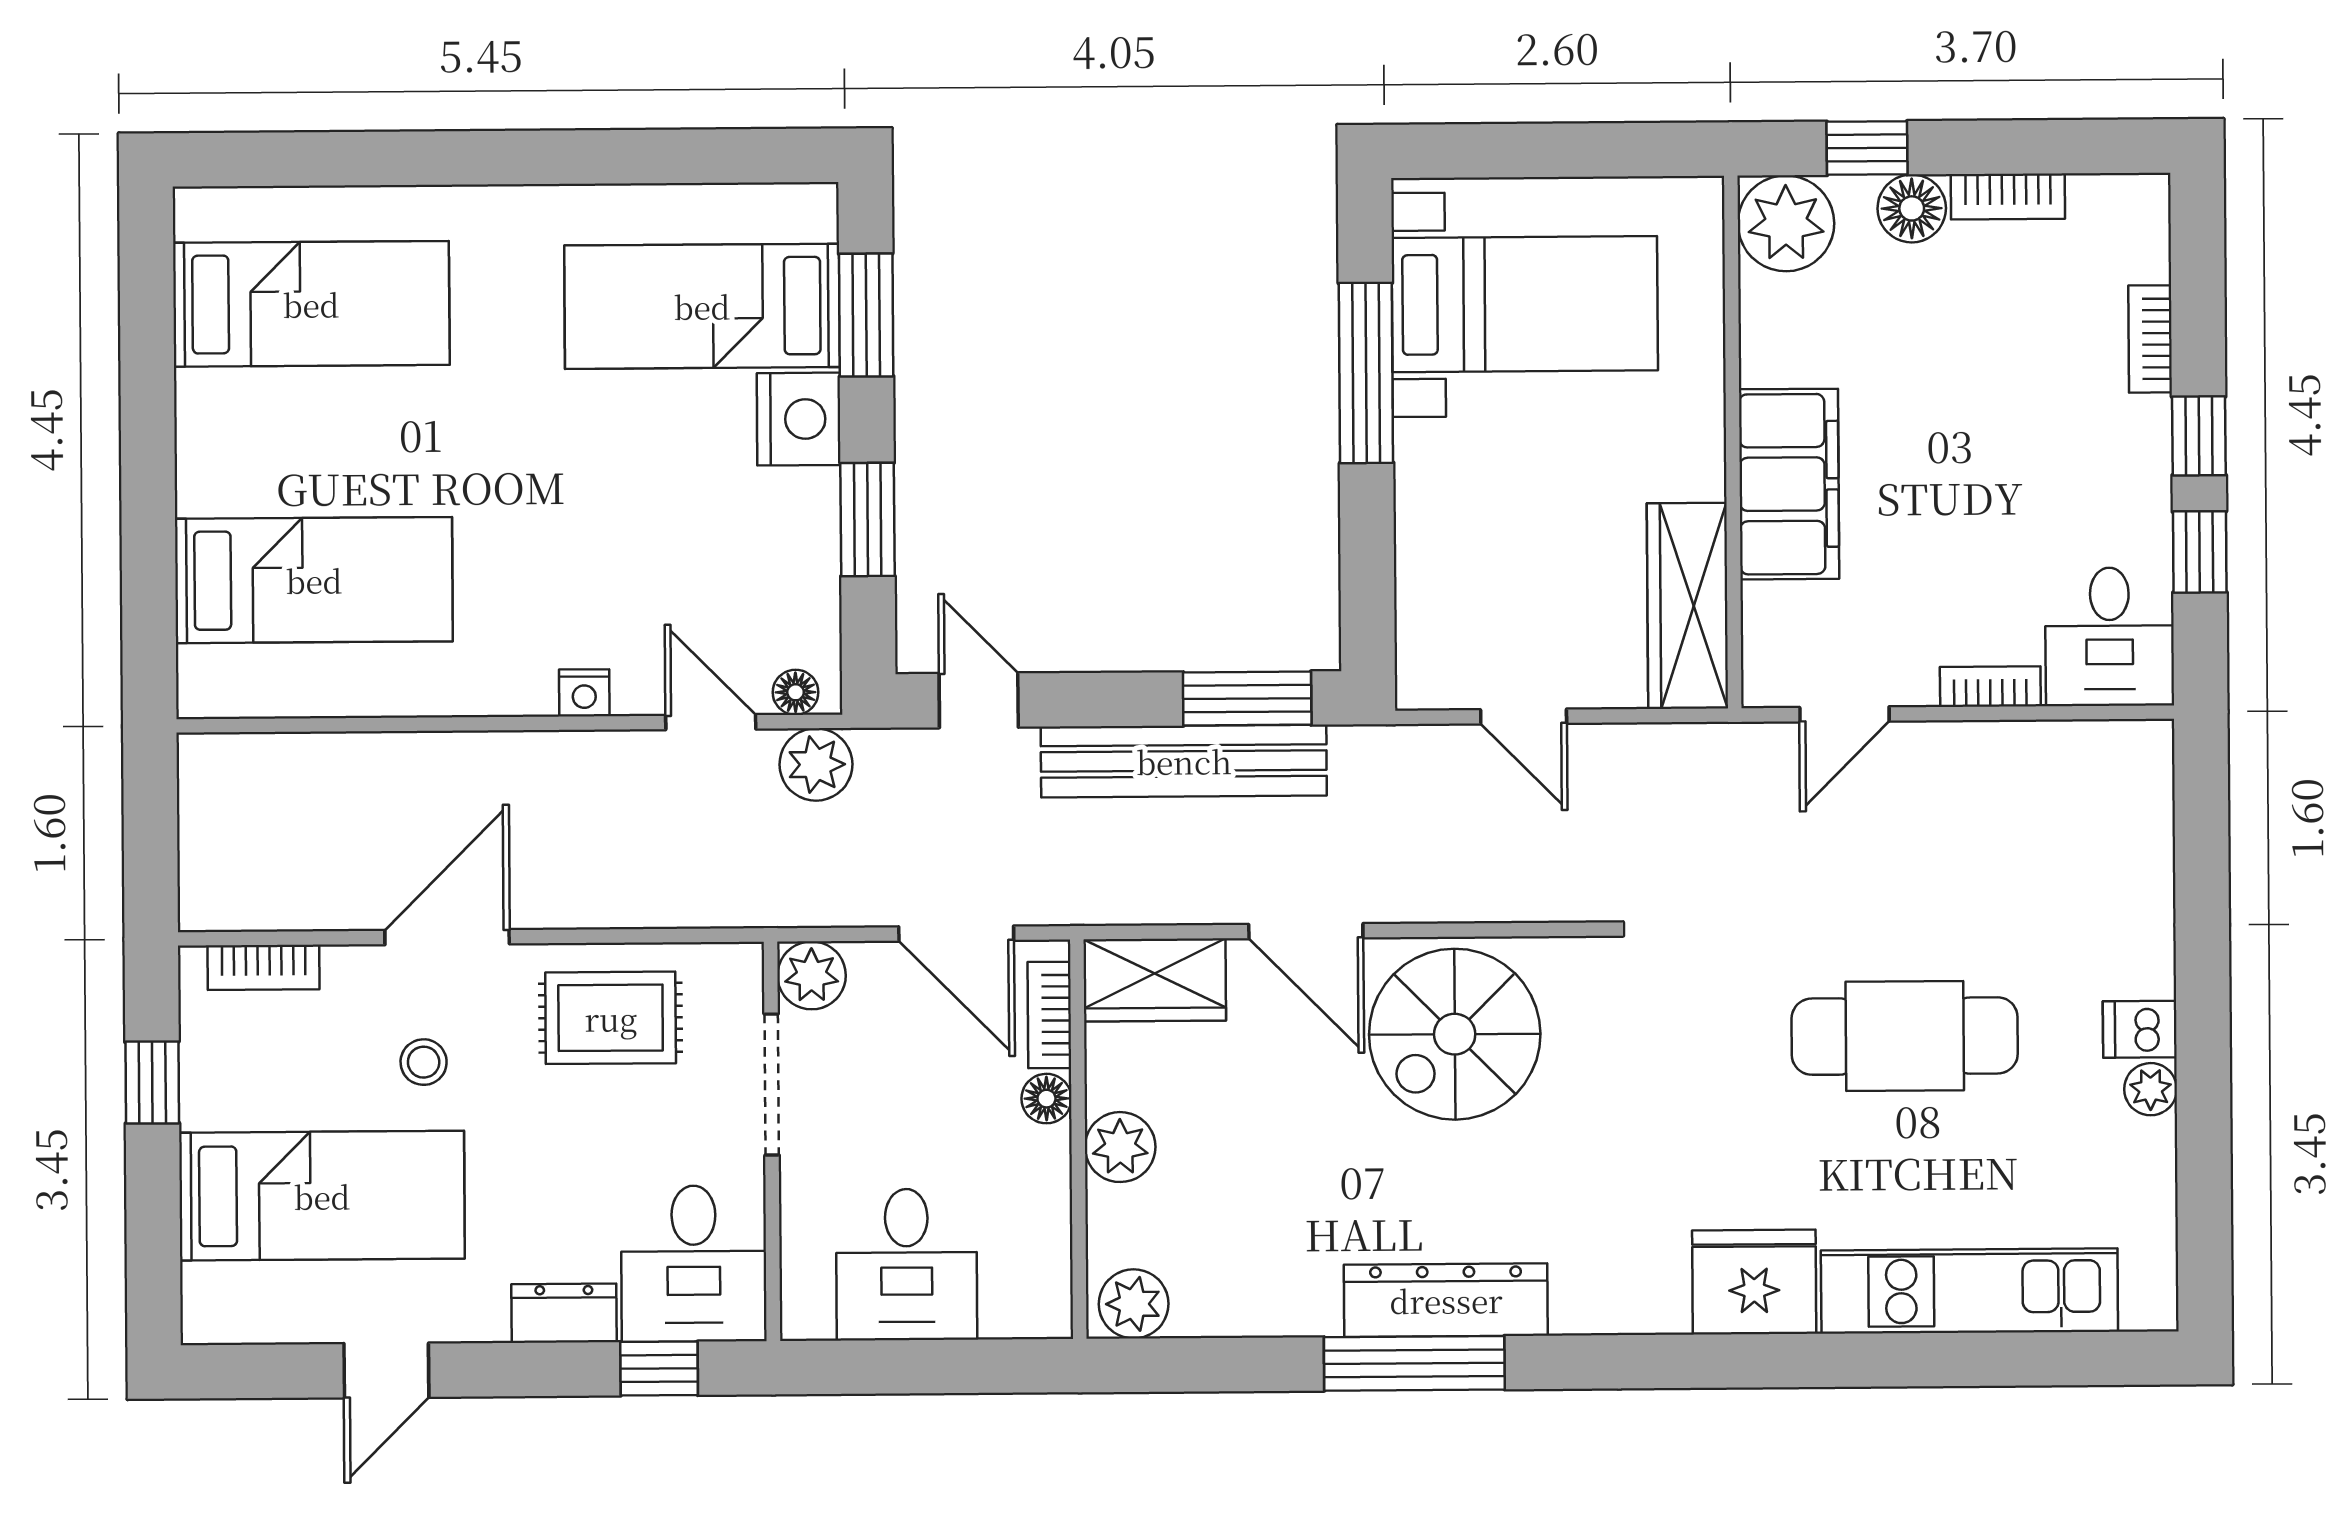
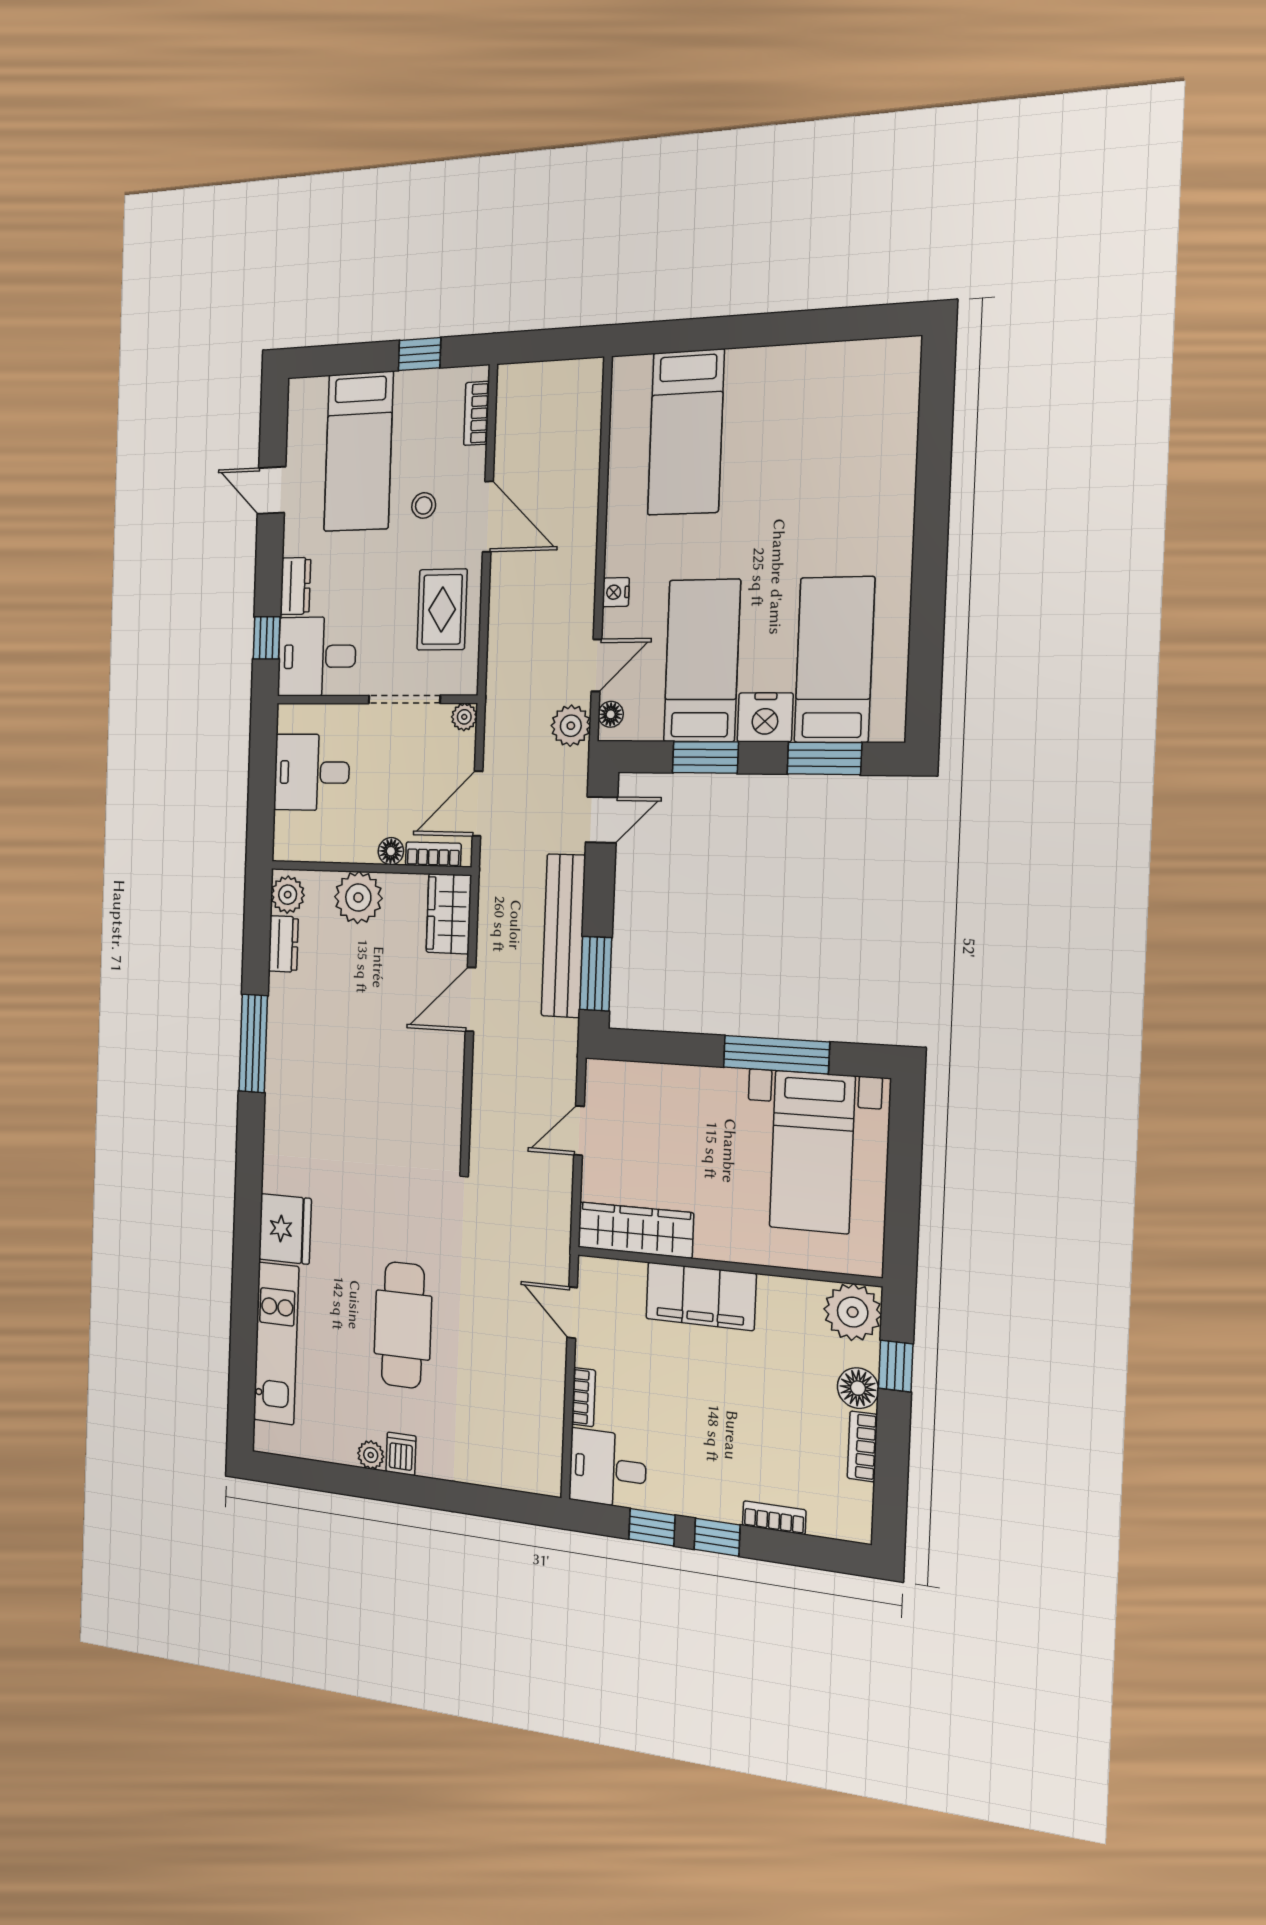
bed: (311, 304) -> (702, 661), moved, turned 180
plant: (812, 975) -> (464, 717), width x0.73, depth x0.73
spiral stairs: (1455, 1034) -> (414, 1078), removed
plant: (1120, 1147) -> (358, 897), width x1.36, depth x1.36
dresser: (1446, 1300) -> (283, 944), moved, width x0.51, depth x0.80

